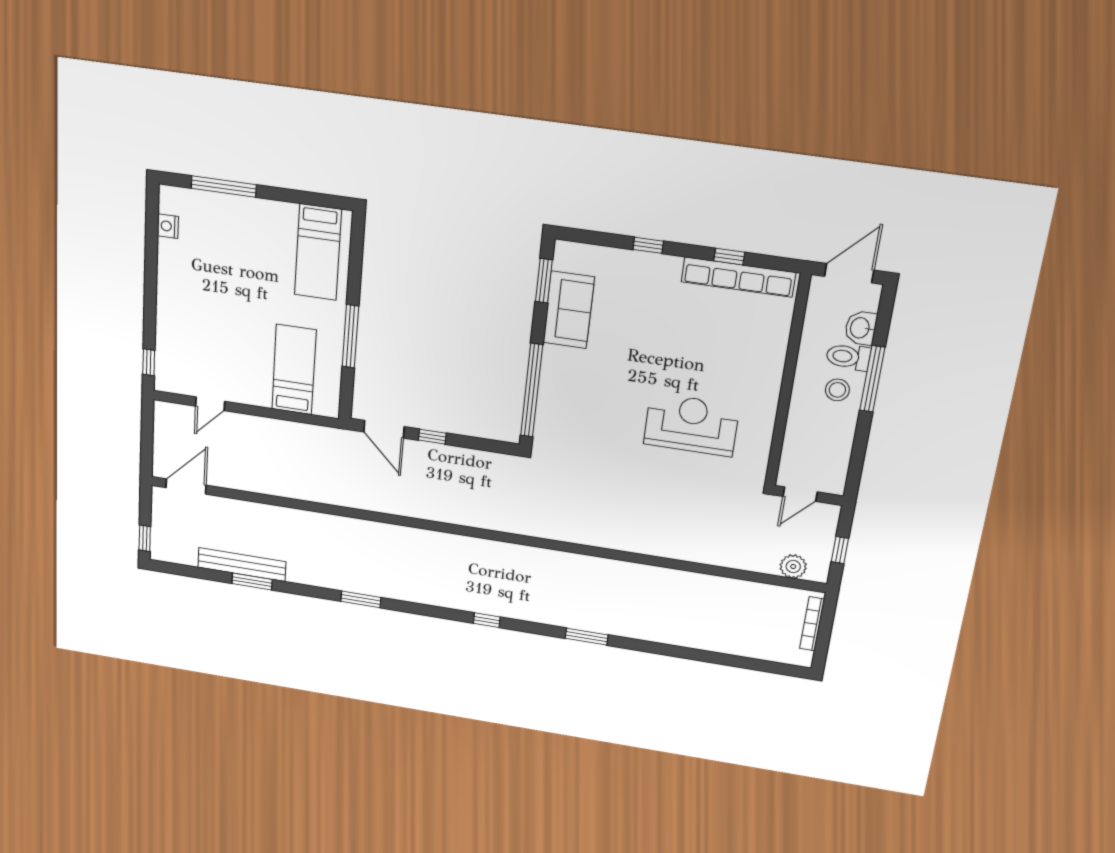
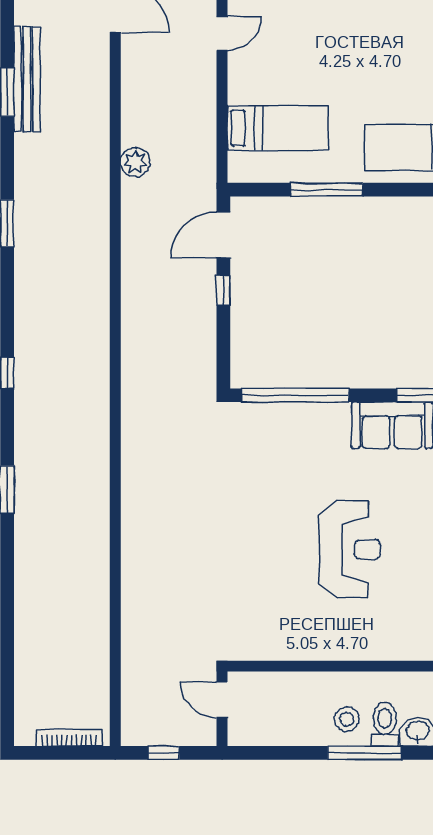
door: (210, 404) -> (222, 33), swing flipped
reception desk: (691, 425) -> (350, 549), moved
plant: (793, 567) -> (135, 162), moved

